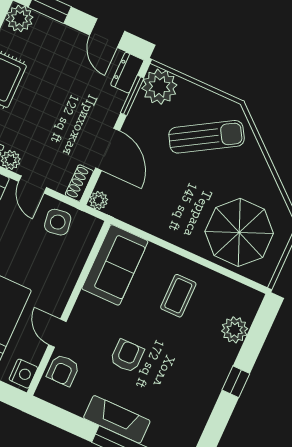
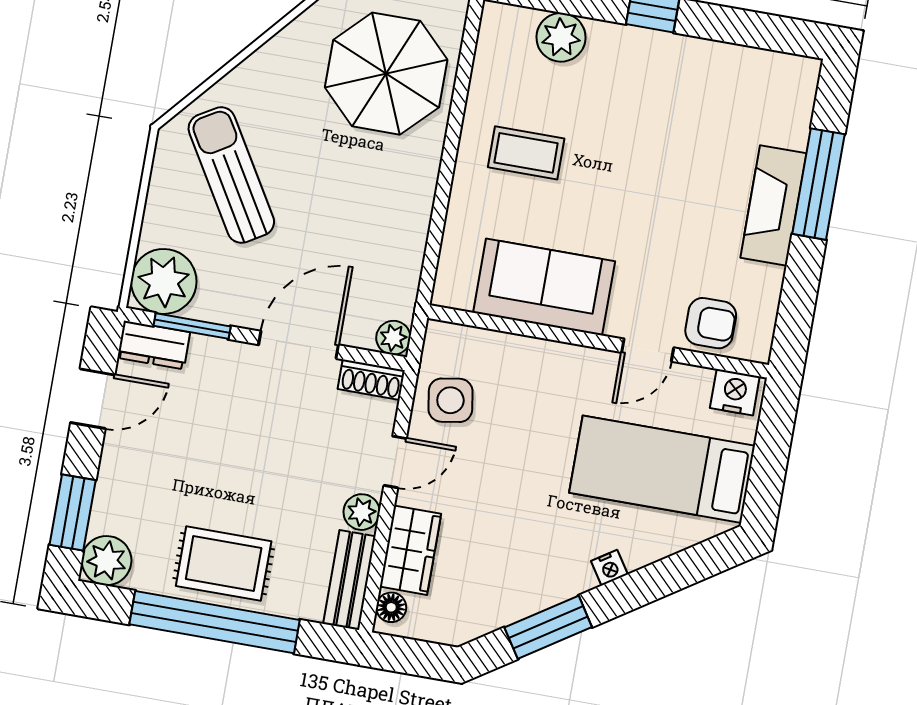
sofa: (115, 265) -> (544, 287), moved
armchair: (127, 356) -> (656, 216), removed

